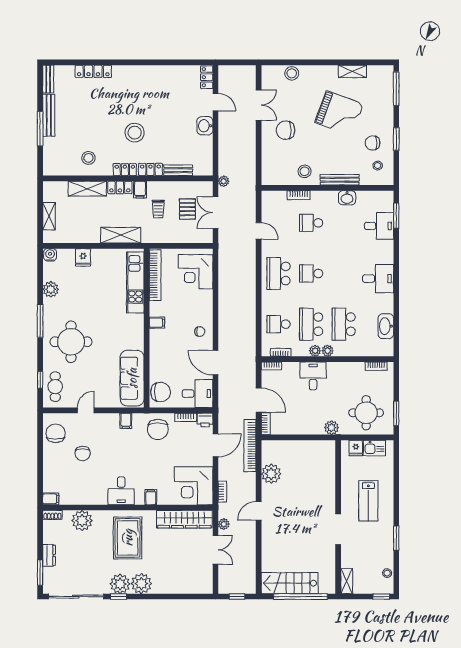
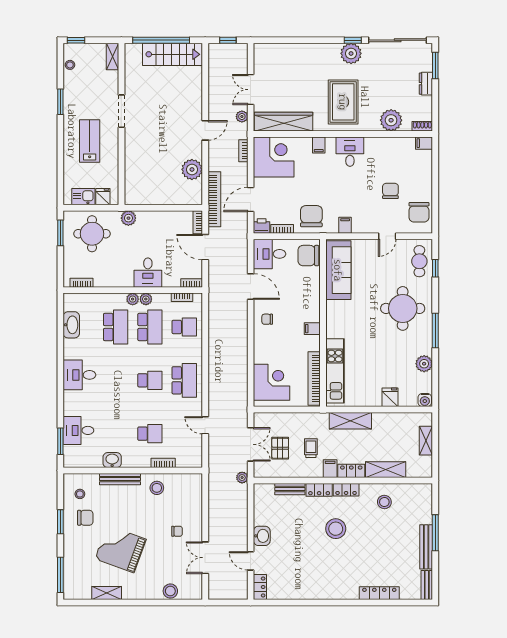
chair: (285, 130) -> (177, 531), width x0.54, depth x0.54
plant: (141, 584) -> (329, 54), removed

